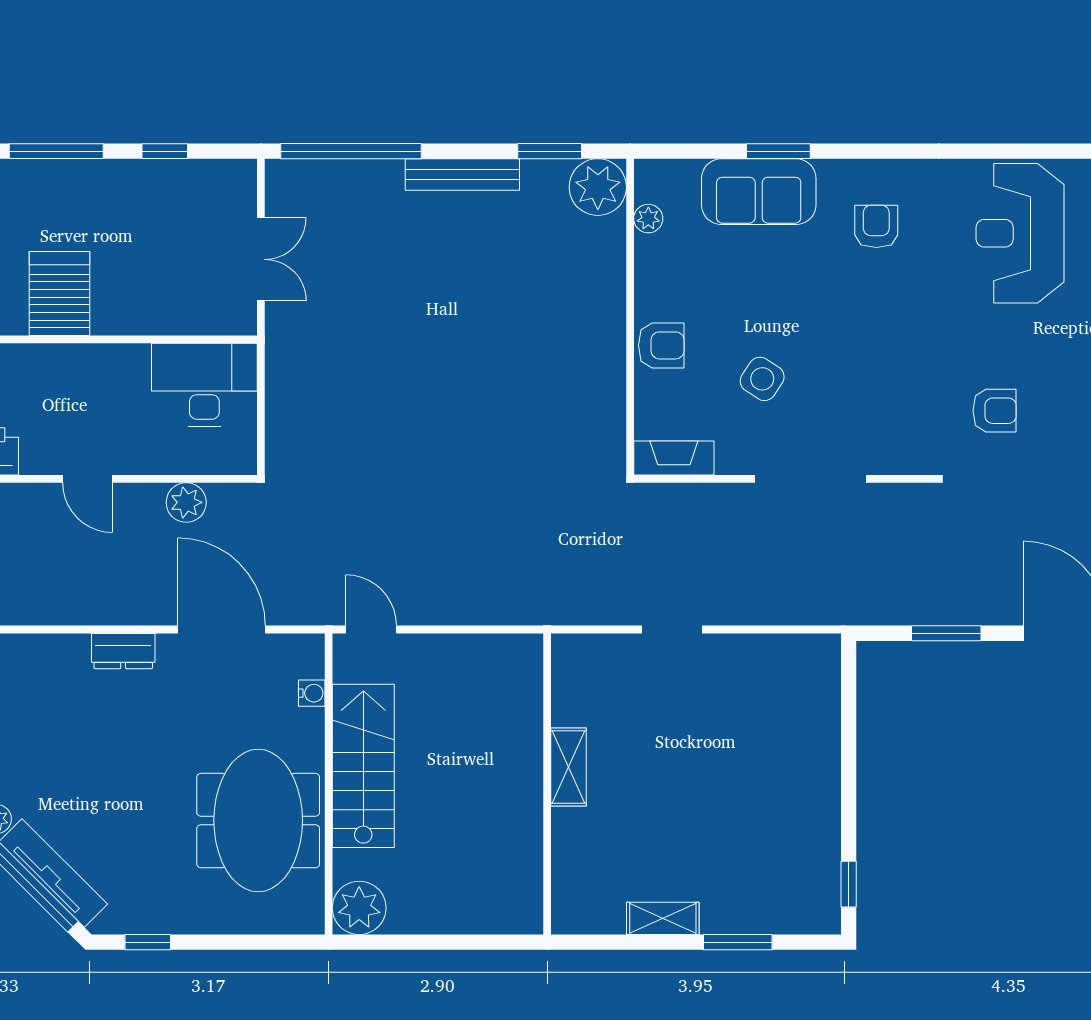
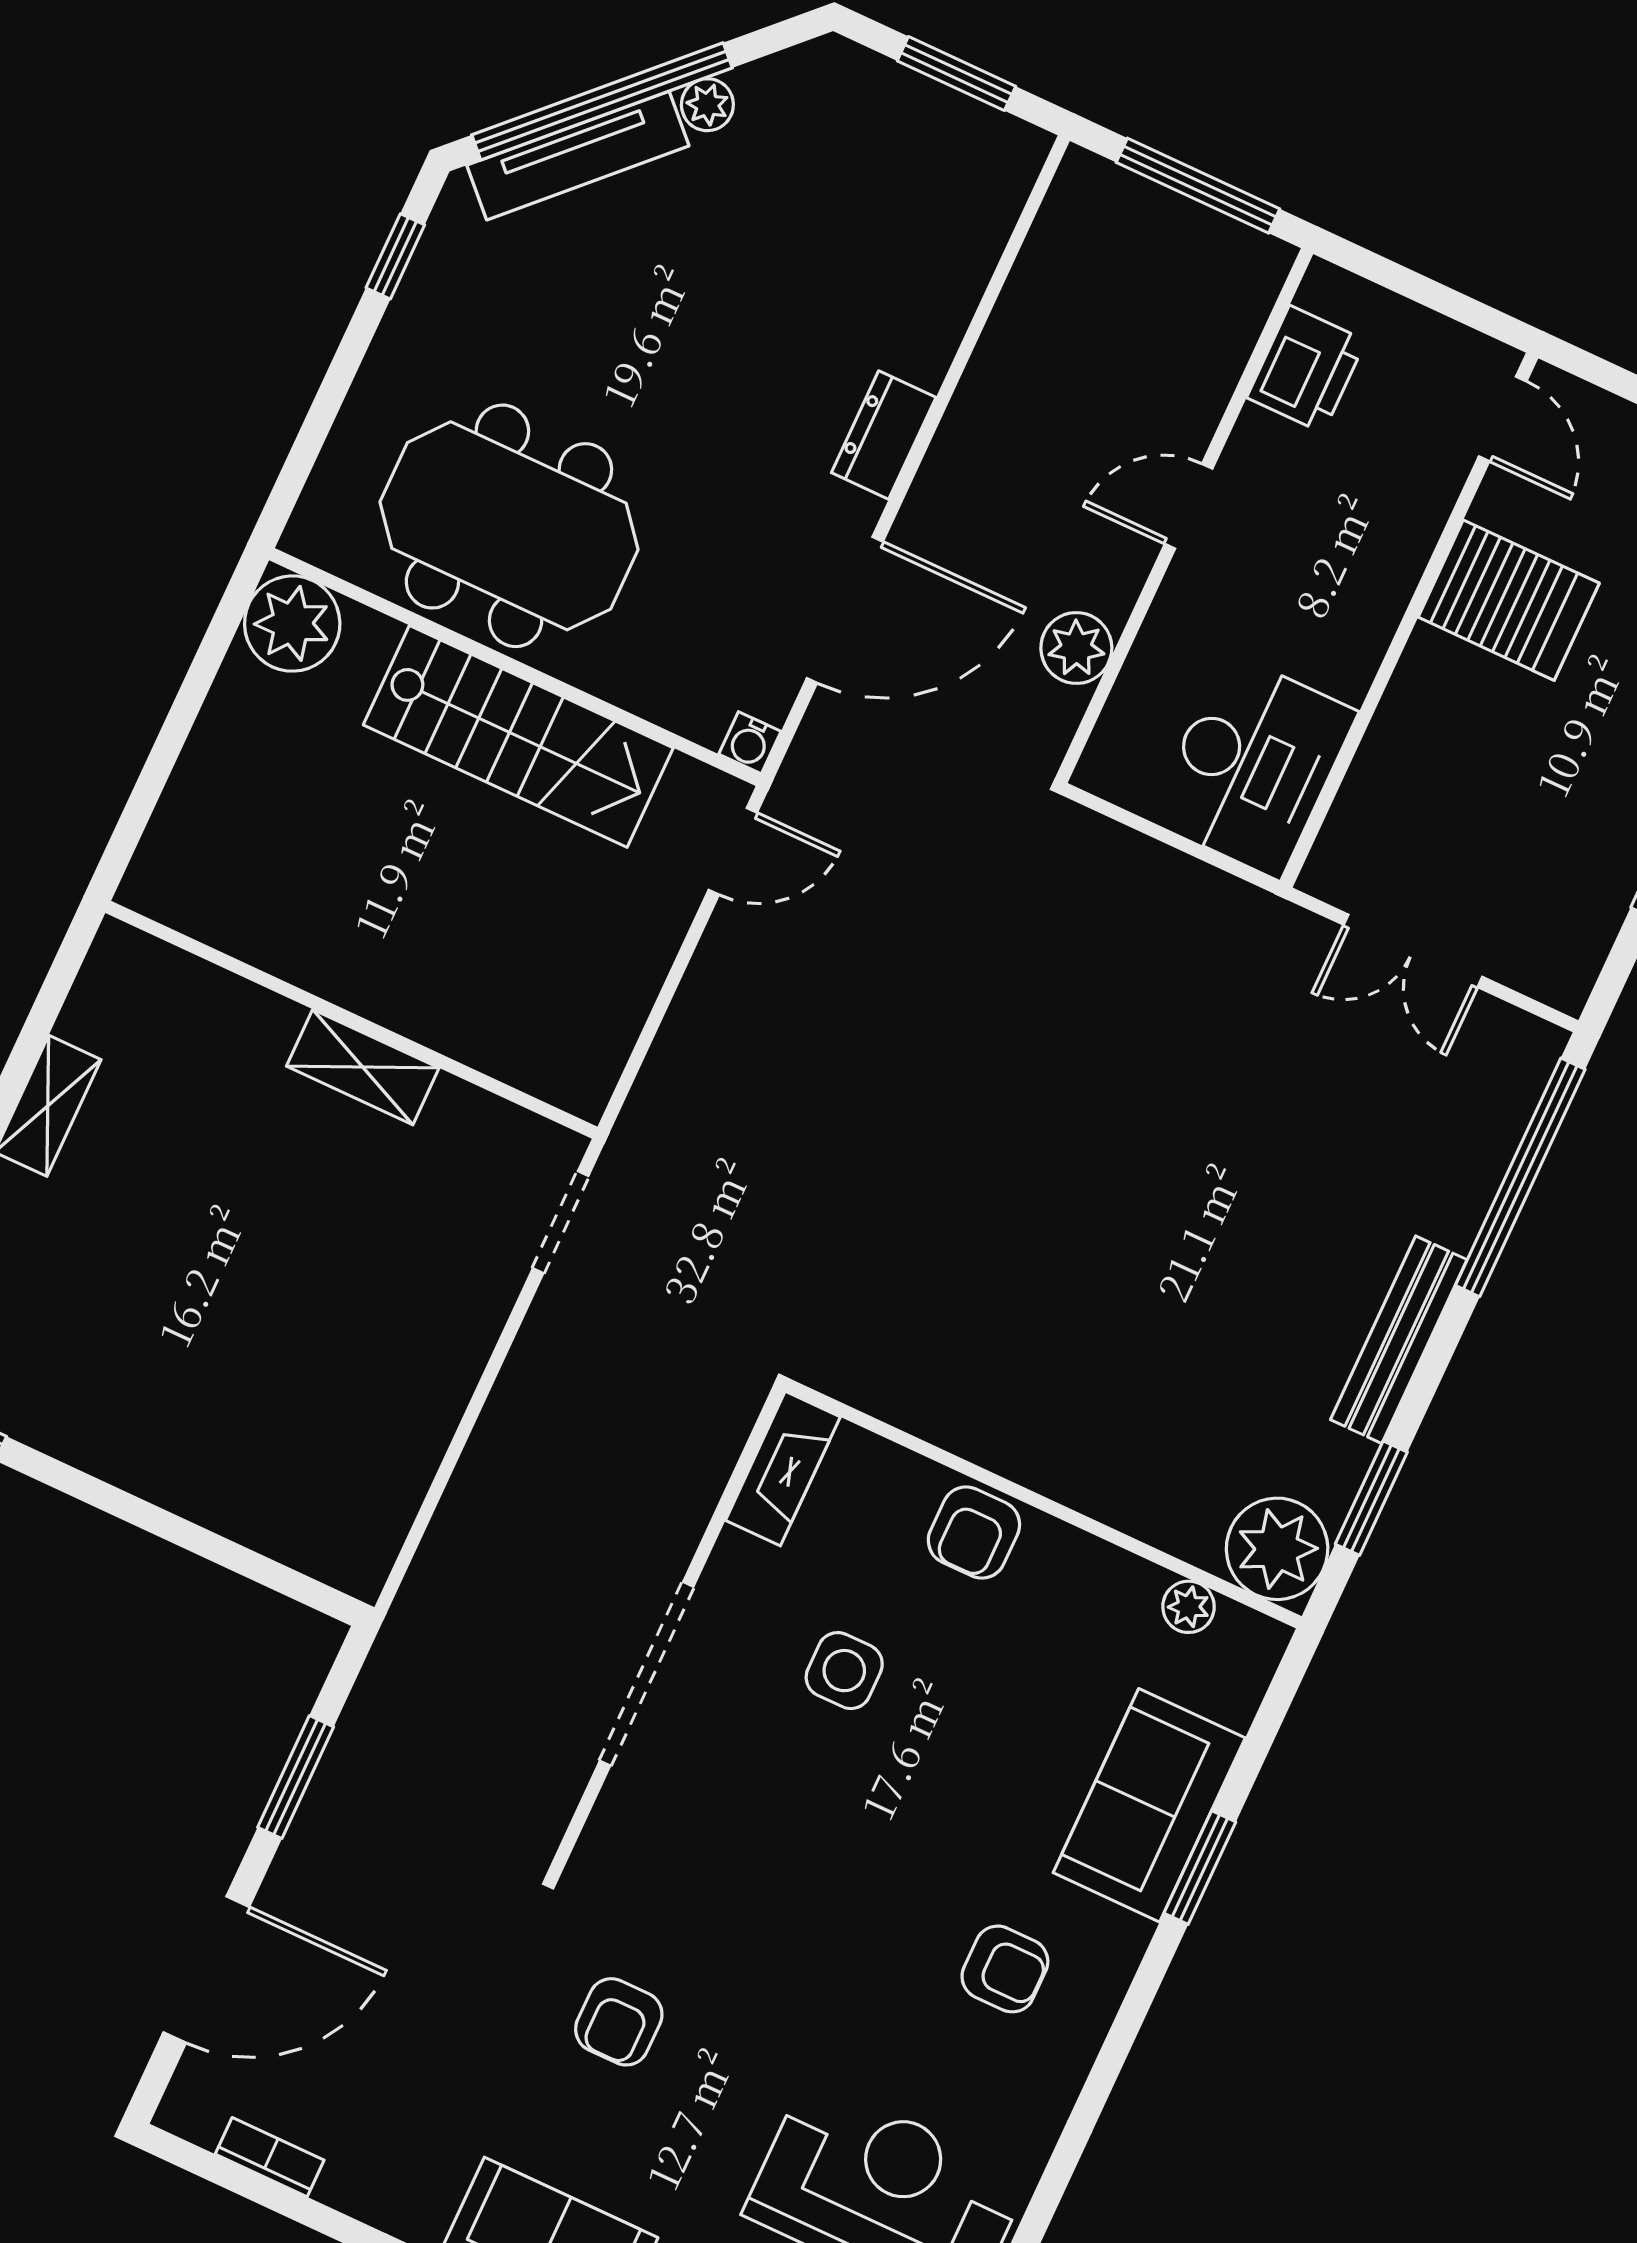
side table: (762, 379) -> (844, 1671), turned -33
doorway: (672, 629) -> (561, 1222), moved
water cooler: (312, 693) -> (750, 743), moved

